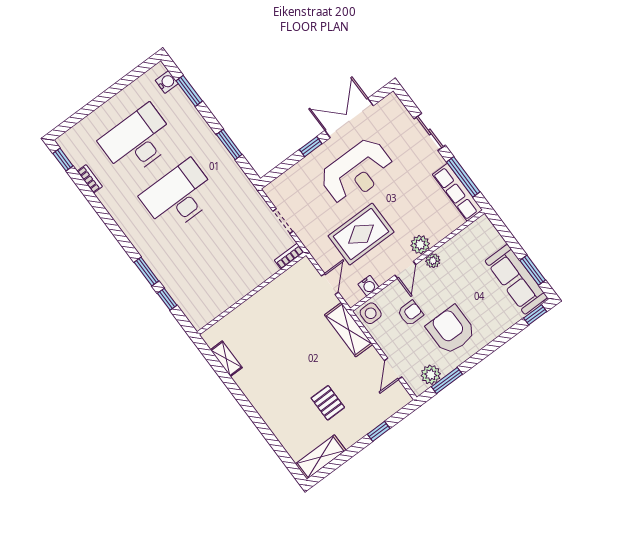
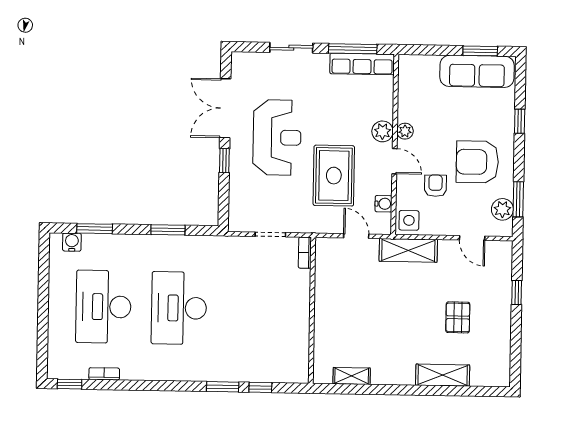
window: (535, 315) -> (520, 121), moved
pallet: (328, 403) -> (458, 317), turned 90
shelving: (321, 457) -> (443, 375), moved, turned 90

